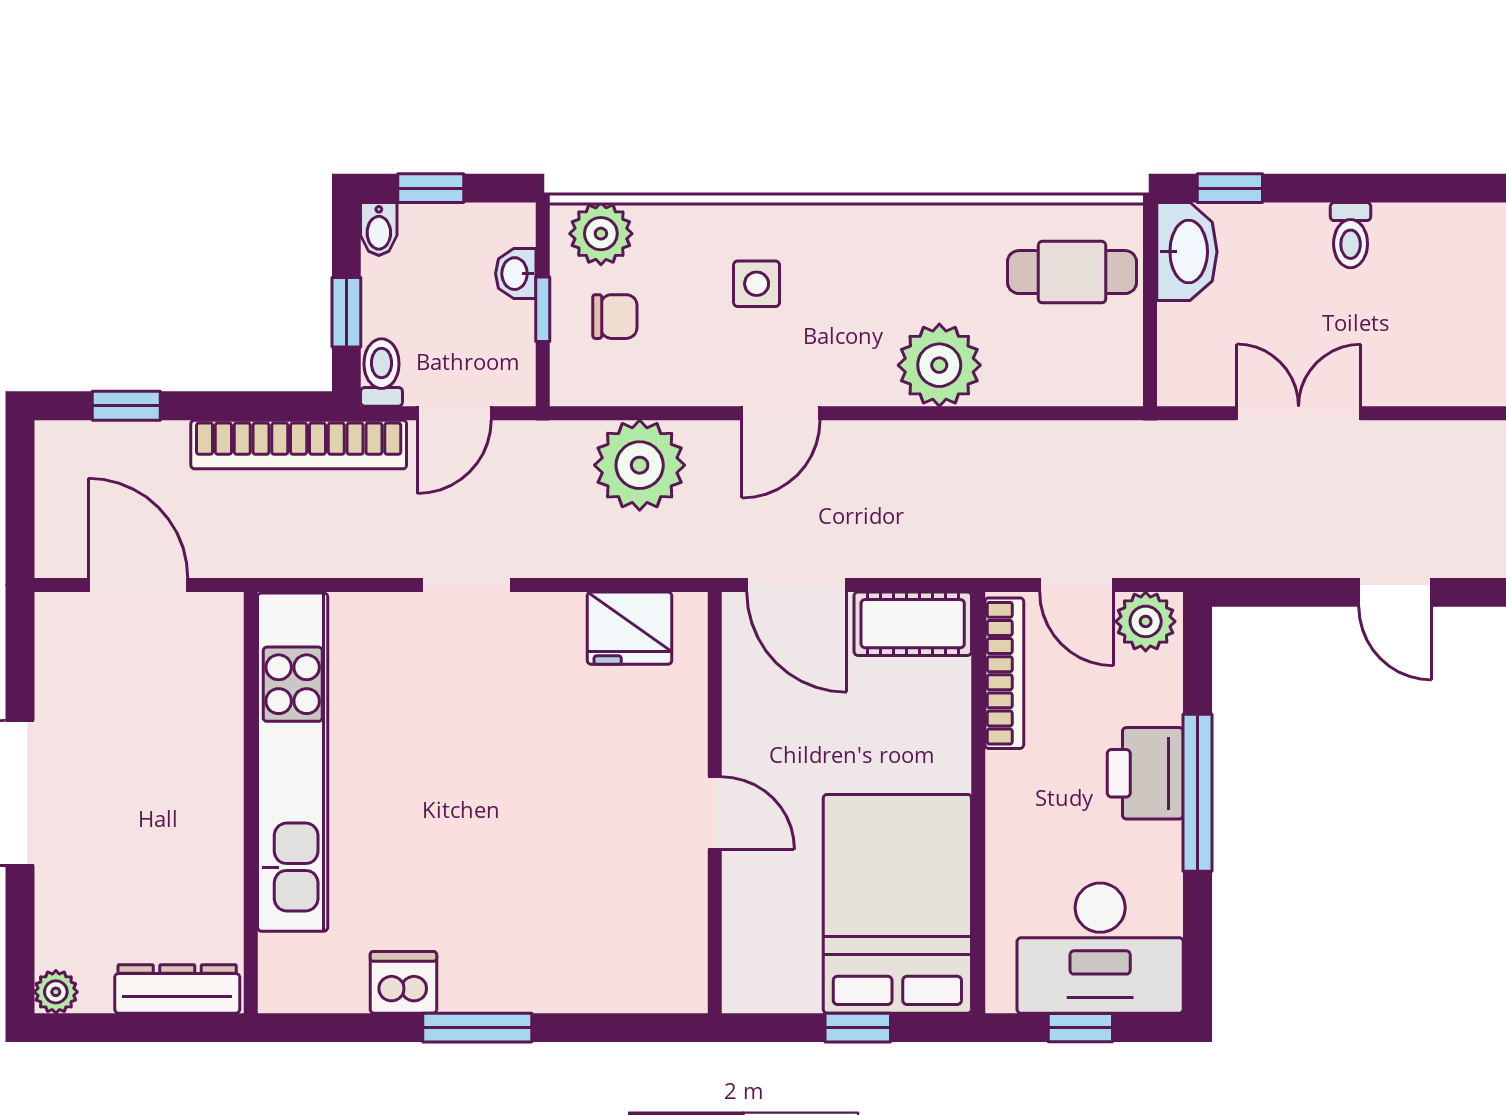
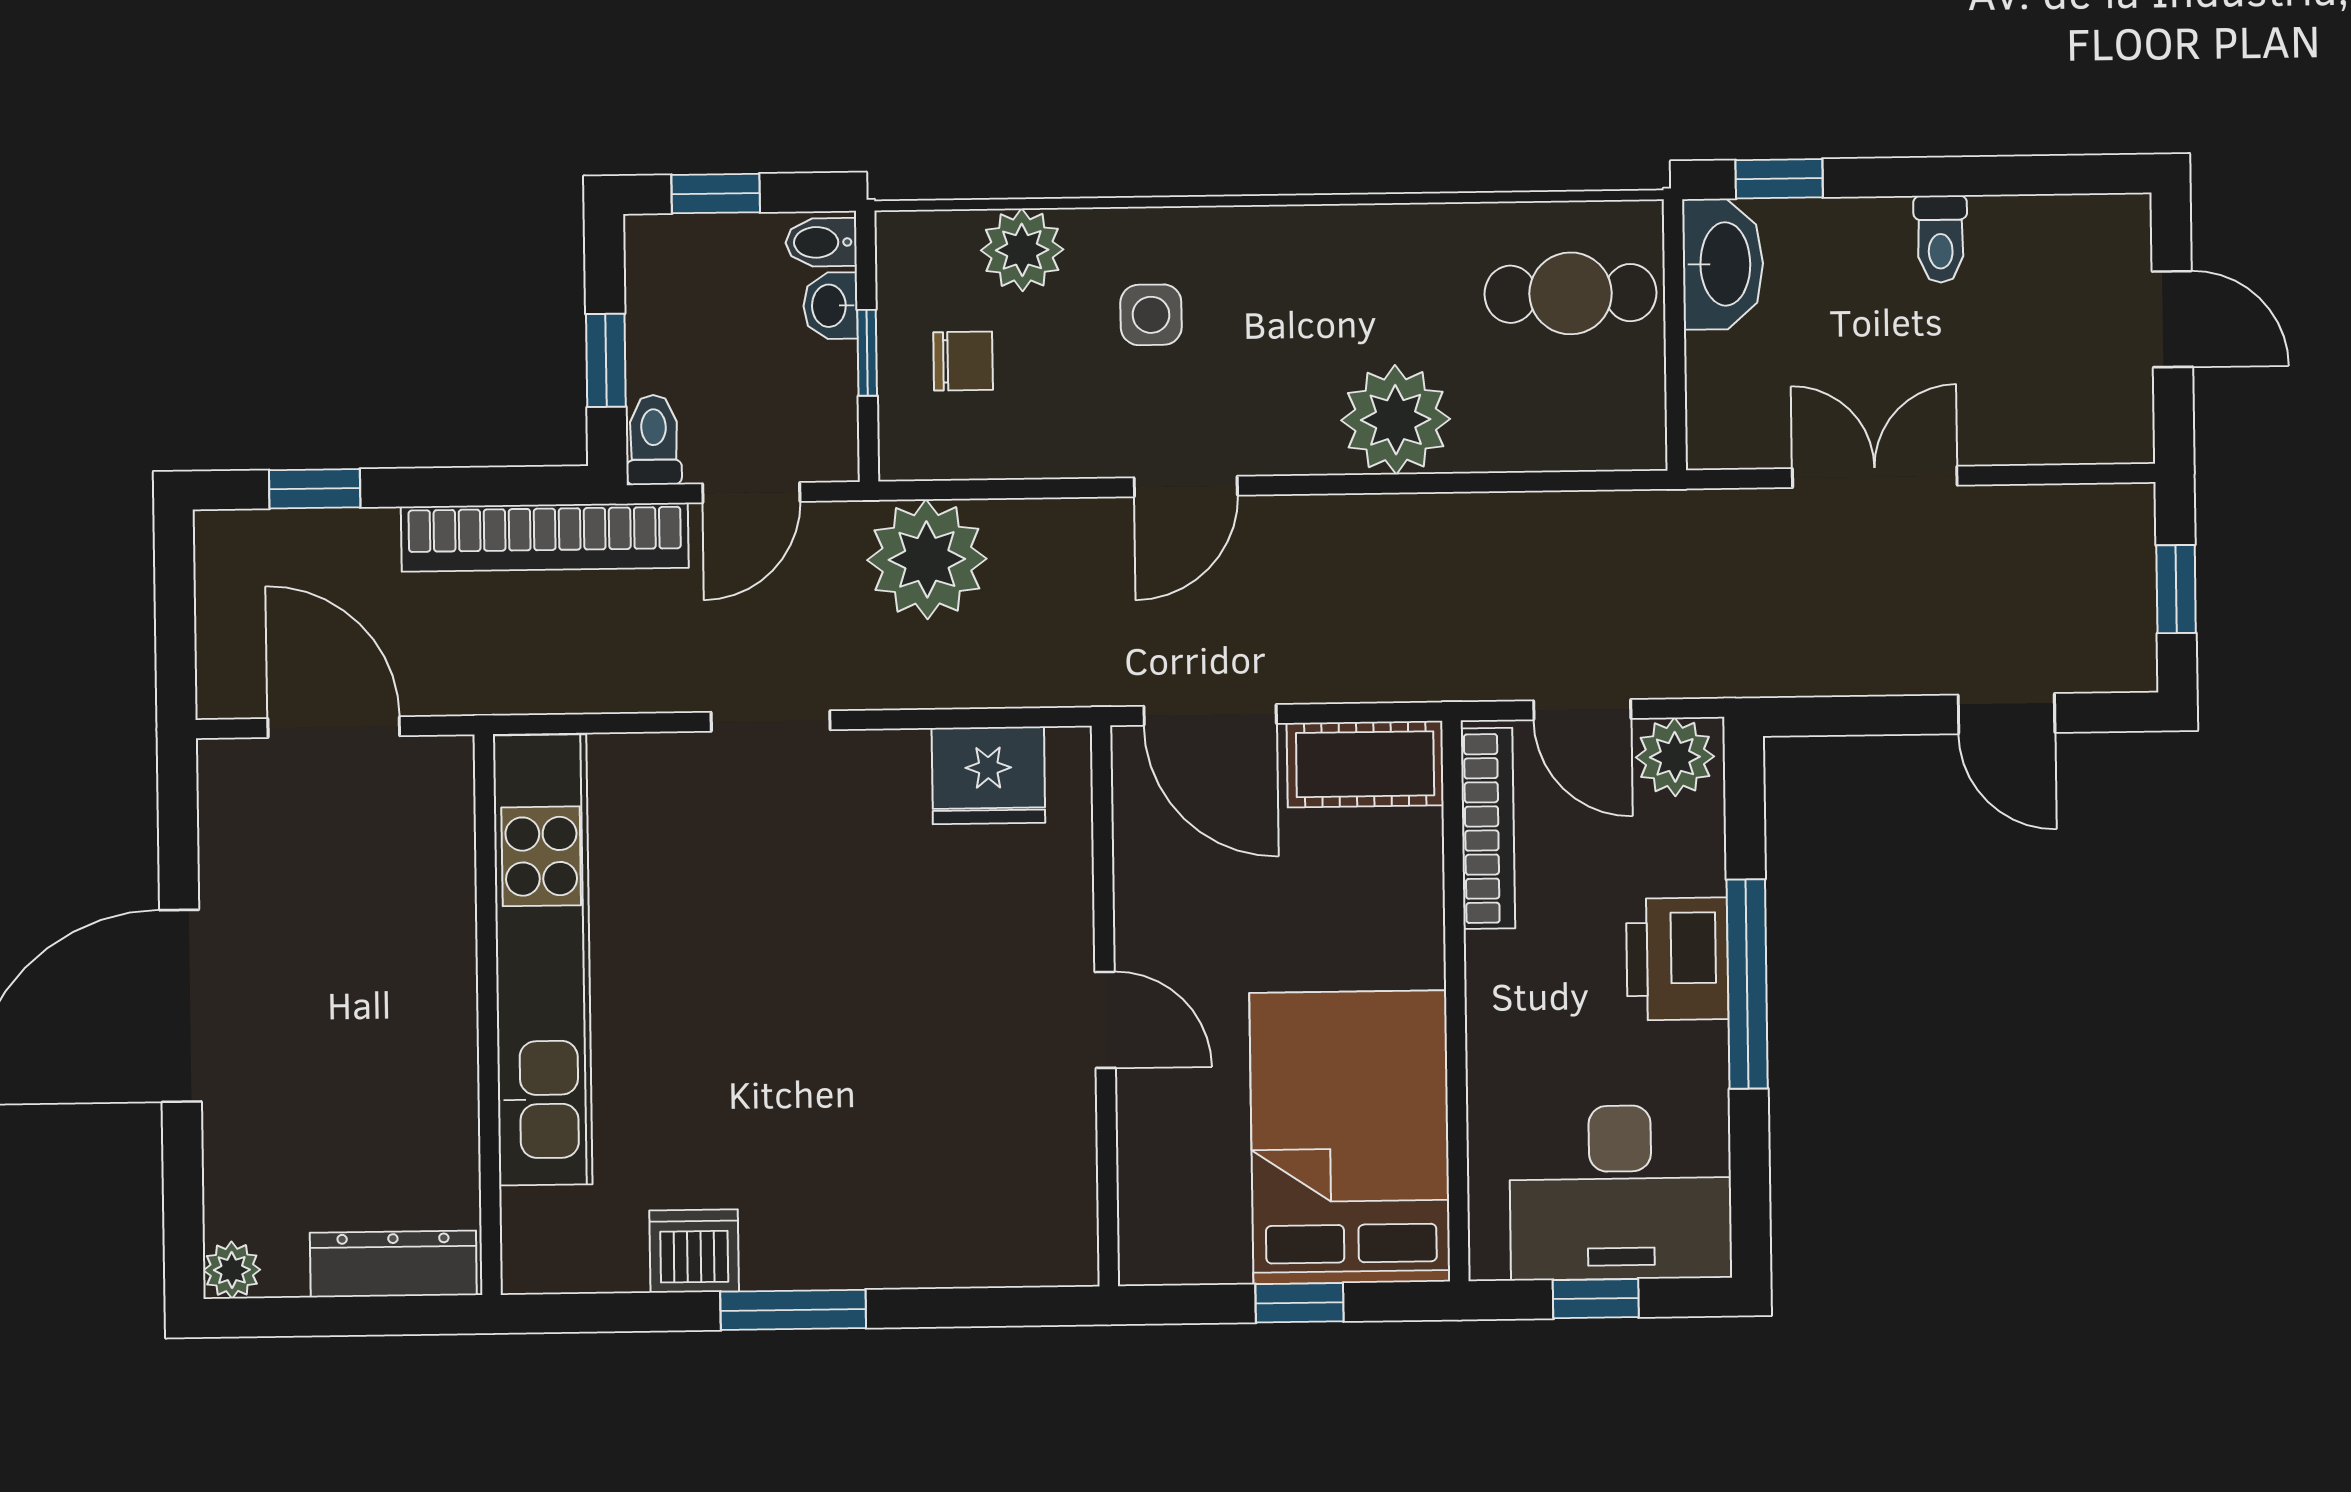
bidet: (379, 229) -> (821, 242), moved, turned 90
plant: (601, 234) -> (1022, 250), moved
plant: (640, 465) -> (927, 559), moved

